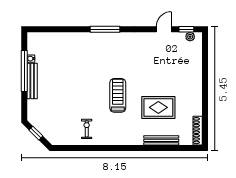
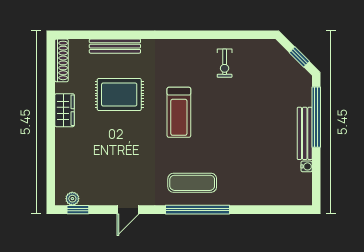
window: (105, 29) -> (198, 210), width x1.46
door: (164, 29) -> (128, 210), moved
exercise mat: (109, 47) -> (192, 183), added
window: (24, 71) -> (316, 117), moved
wardrobe: (195, 97) -> (65, 110), added

